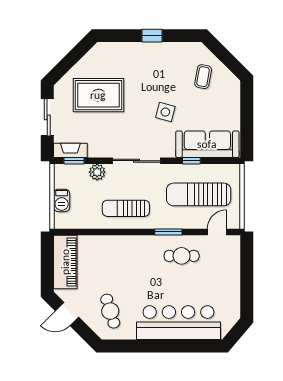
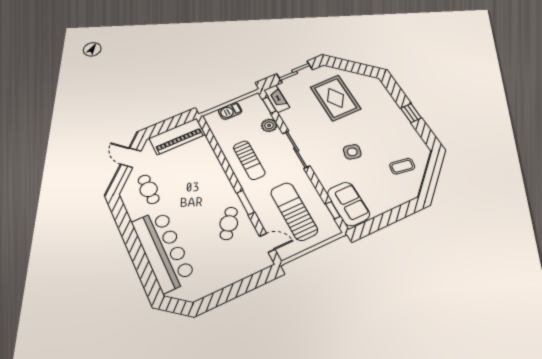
sofa: (207, 144) -> (348, 204), width x0.73
window: (191, 161) -> (333, 210), moved
sun lounger: (126, 208) -> (249, 160), turned 180
cafe table: (182, 256) -> (229, 223), turned 35
cafe table: (110, 311) -> (149, 189), turned -73

